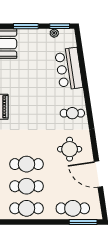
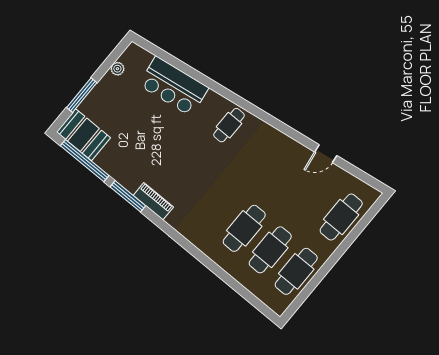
window: (60, 26) -> (114, 56), removed
round table: (70, 149) -> (269, 163), removed
door: (98, 174) -> (326, 154), width x0.53
window: (83, 222) -> (367, 218), removed

